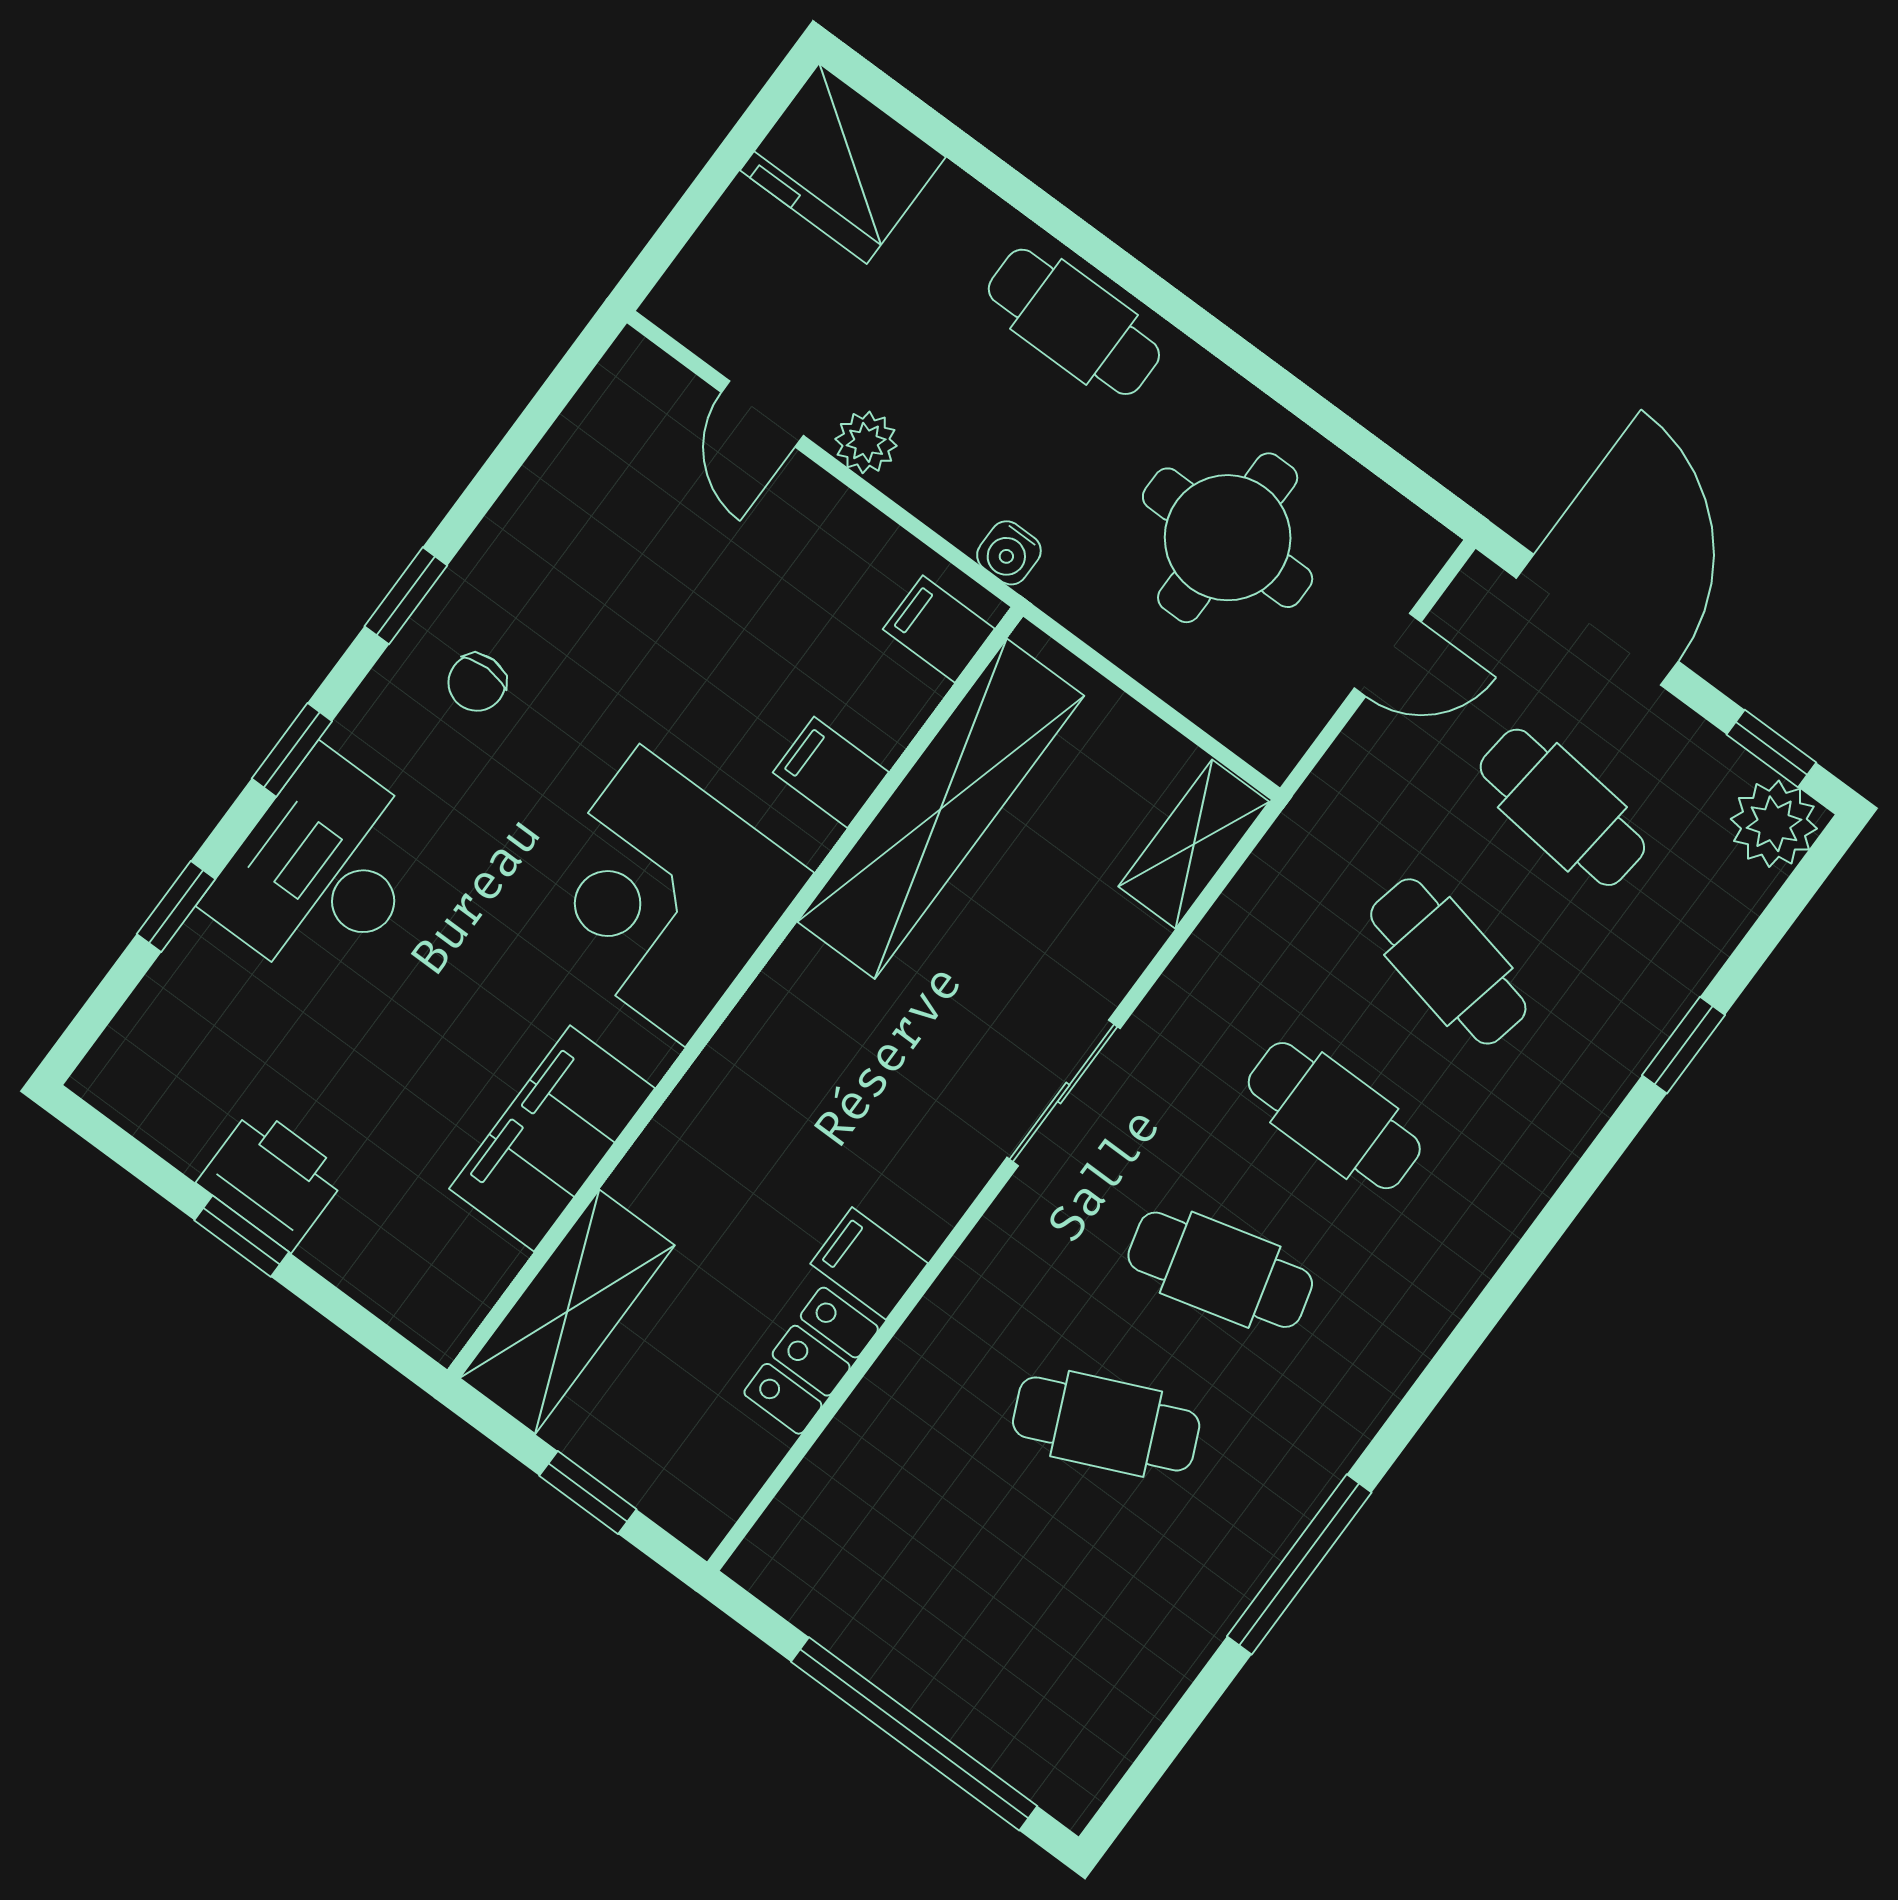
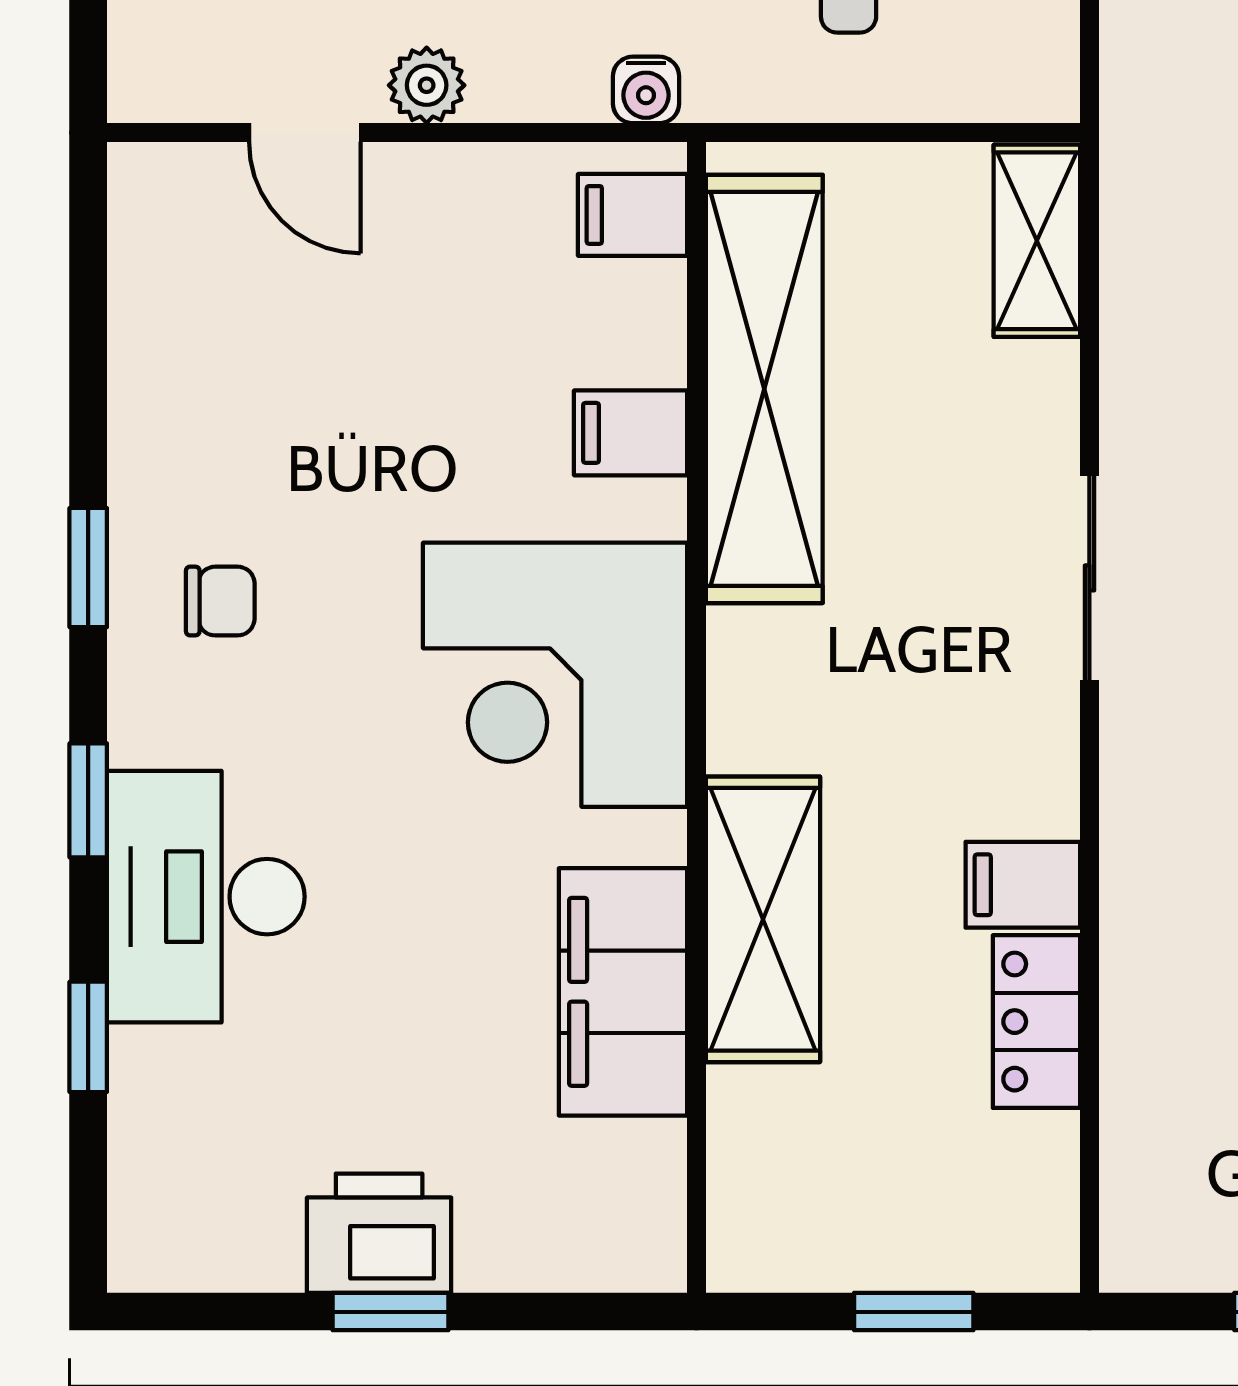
chair: (477, 683) -> (220, 601), turned -90
shelving: (567, 1312) -> (763, 919), moved

